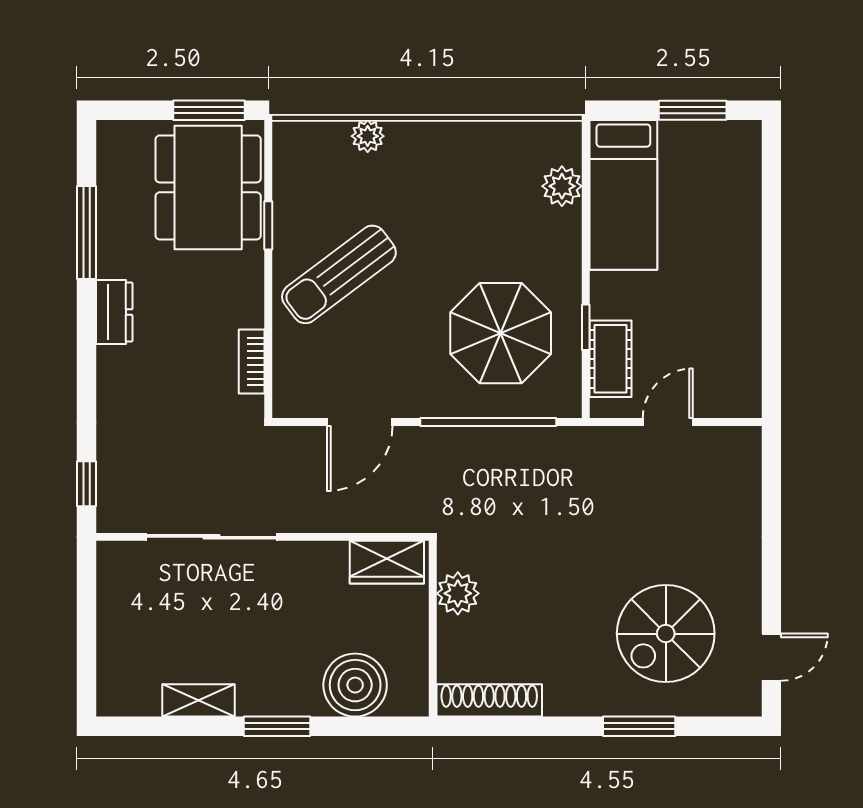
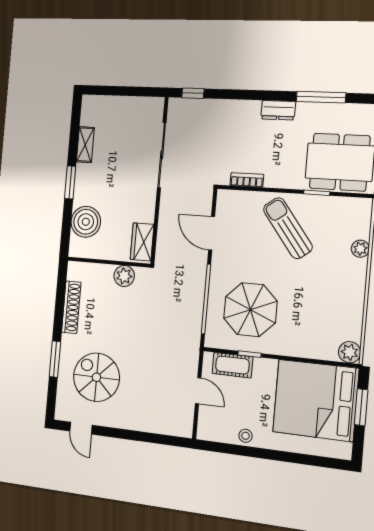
window: (693, 110) -> (361, 407), moved
plant: (562, 186) -> (350, 352), moved
bed: (623, 195) -> (316, 400), width x2.04
stool: (742, 322) -> (246, 436), added
shoe rack: (489, 700) -> (71, 307), moved

